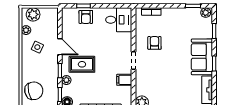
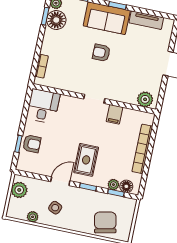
plant: (33, 14) -> (19, 190), moved
floor lamp: (192, 16) -> (56, 20), added
armchair: (154, 43) -> (101, 53), moved
plant: (66, 80) -> (113, 185), moved

